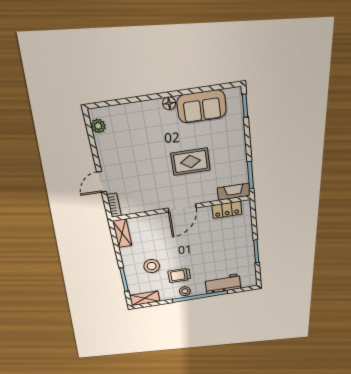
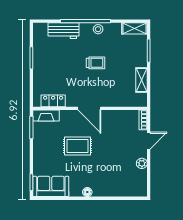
sofa: (202, 106) -> (51, 186), moved
plant: (98, 126) -> (142, 163), moved
door: (182, 208) -> (89, 108), swing flipped
shelving: (122, 233) -> (141, 80), moved
stool: (152, 266) -> (123, 60), removed
trolley: (179, 275) -> (96, 63), moved

